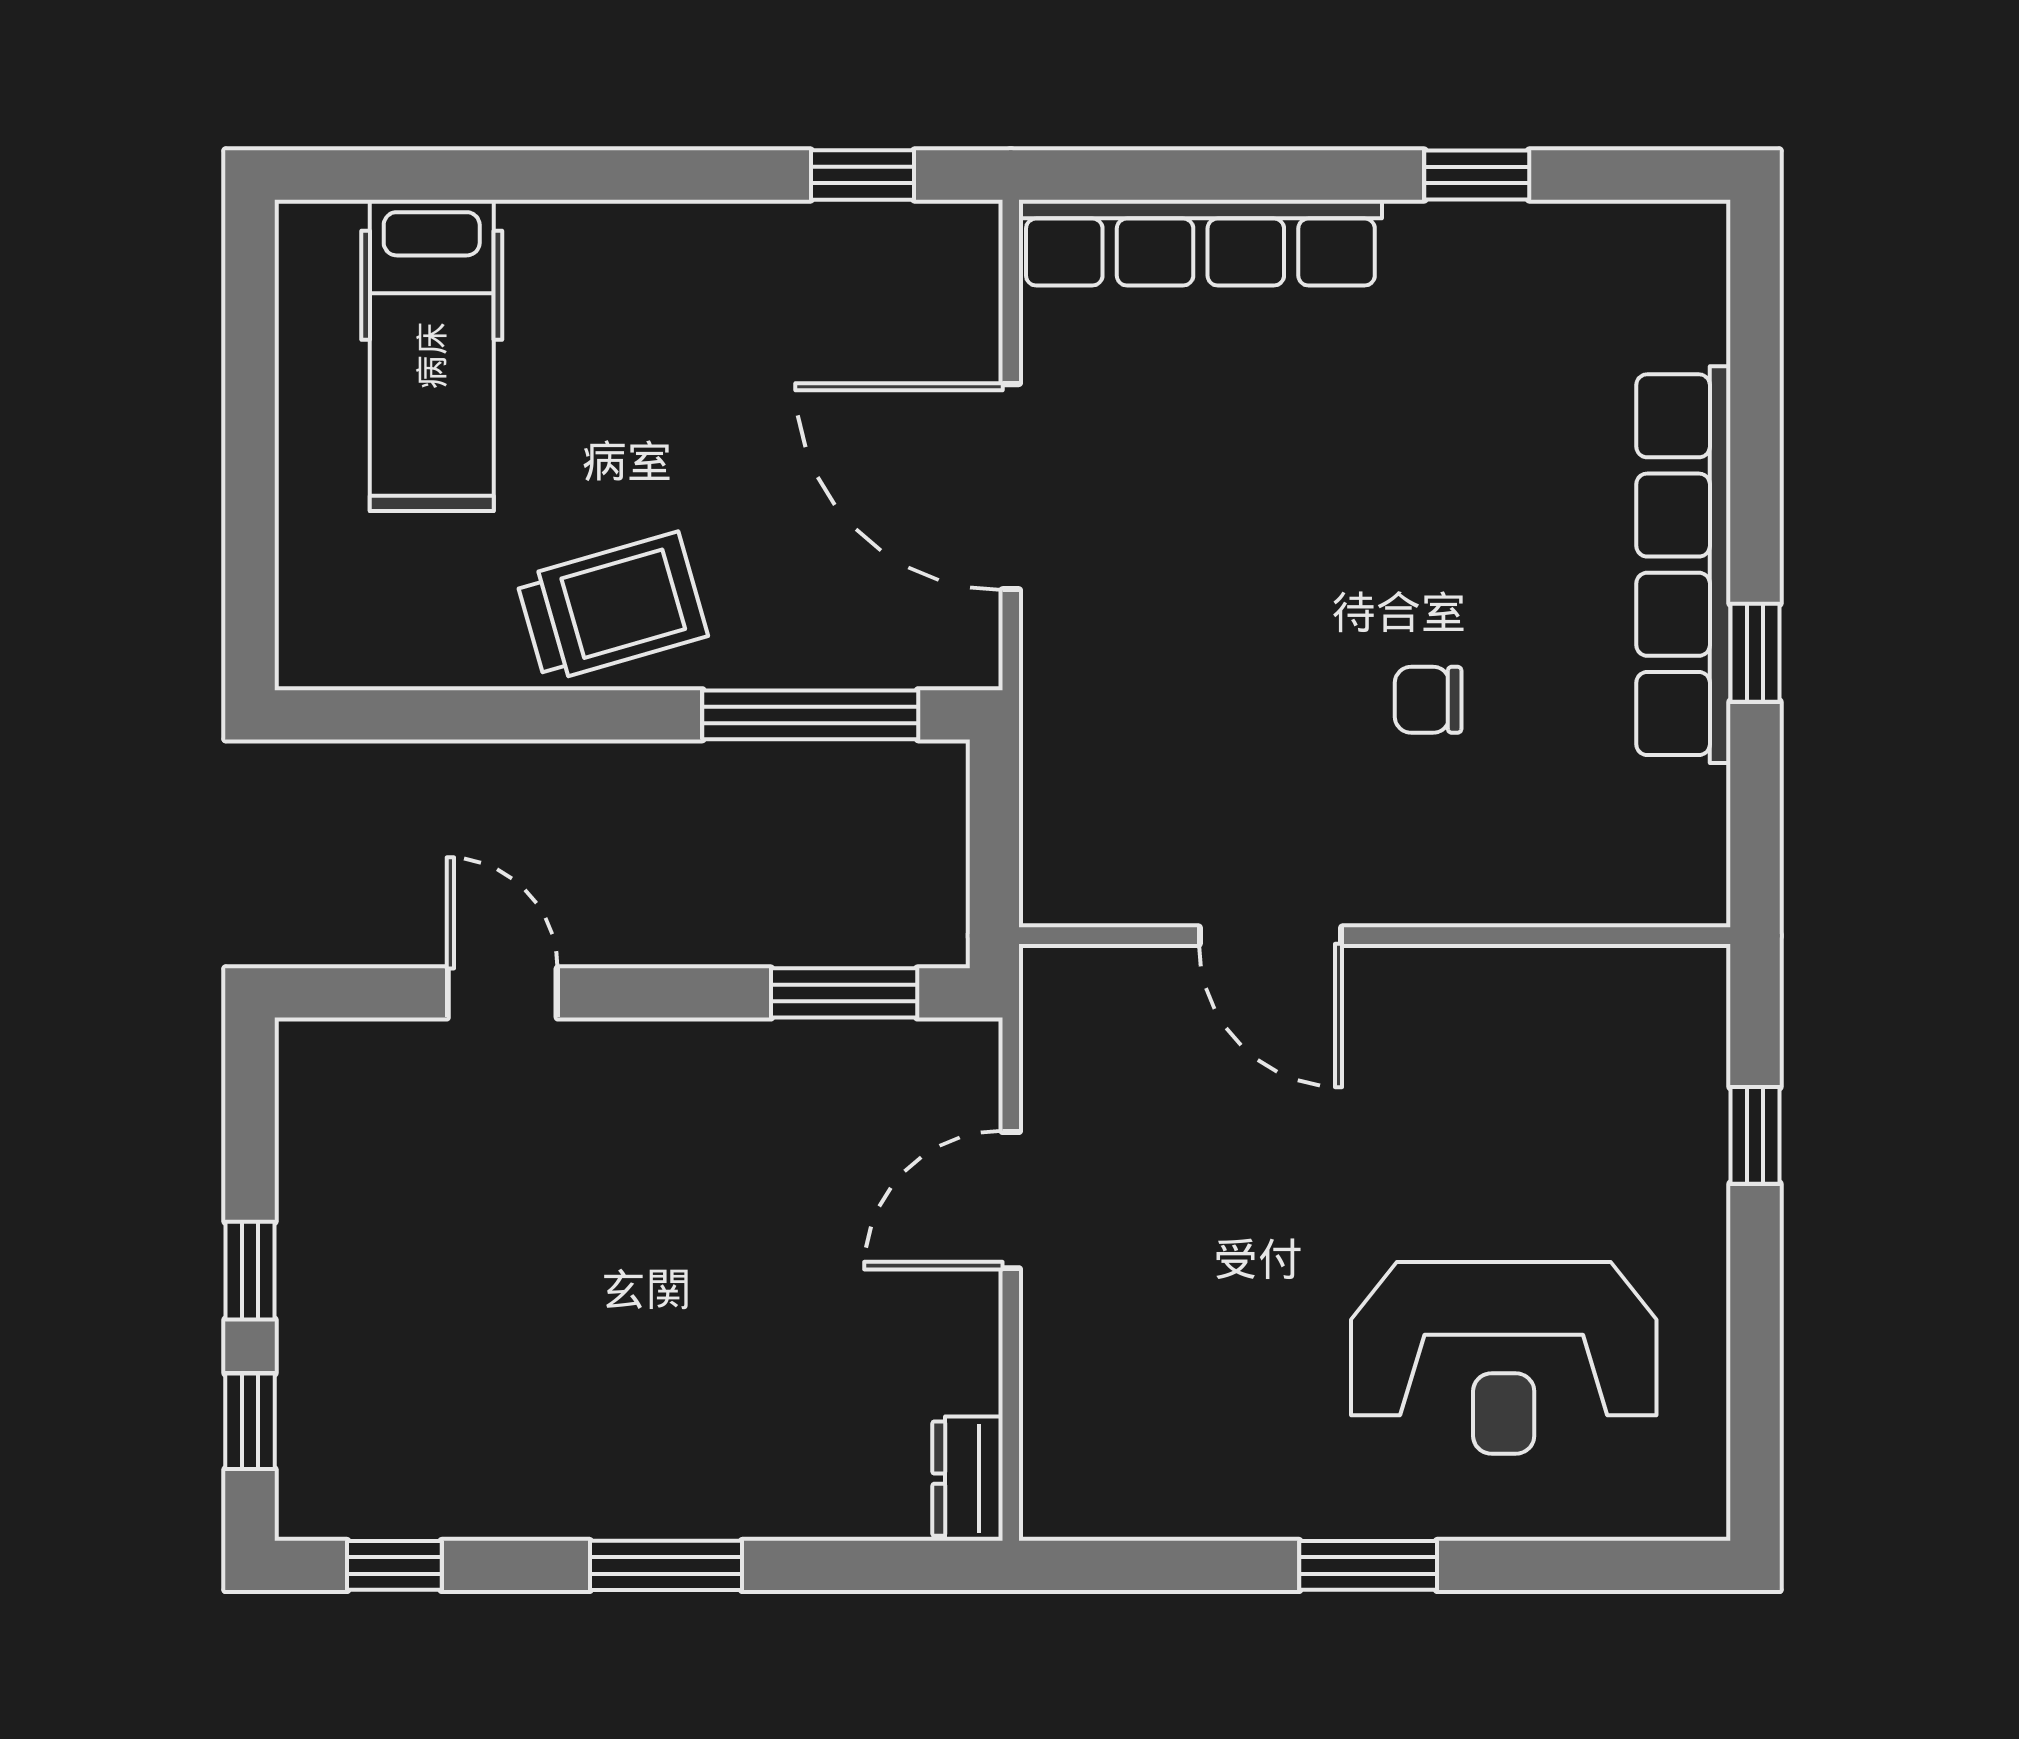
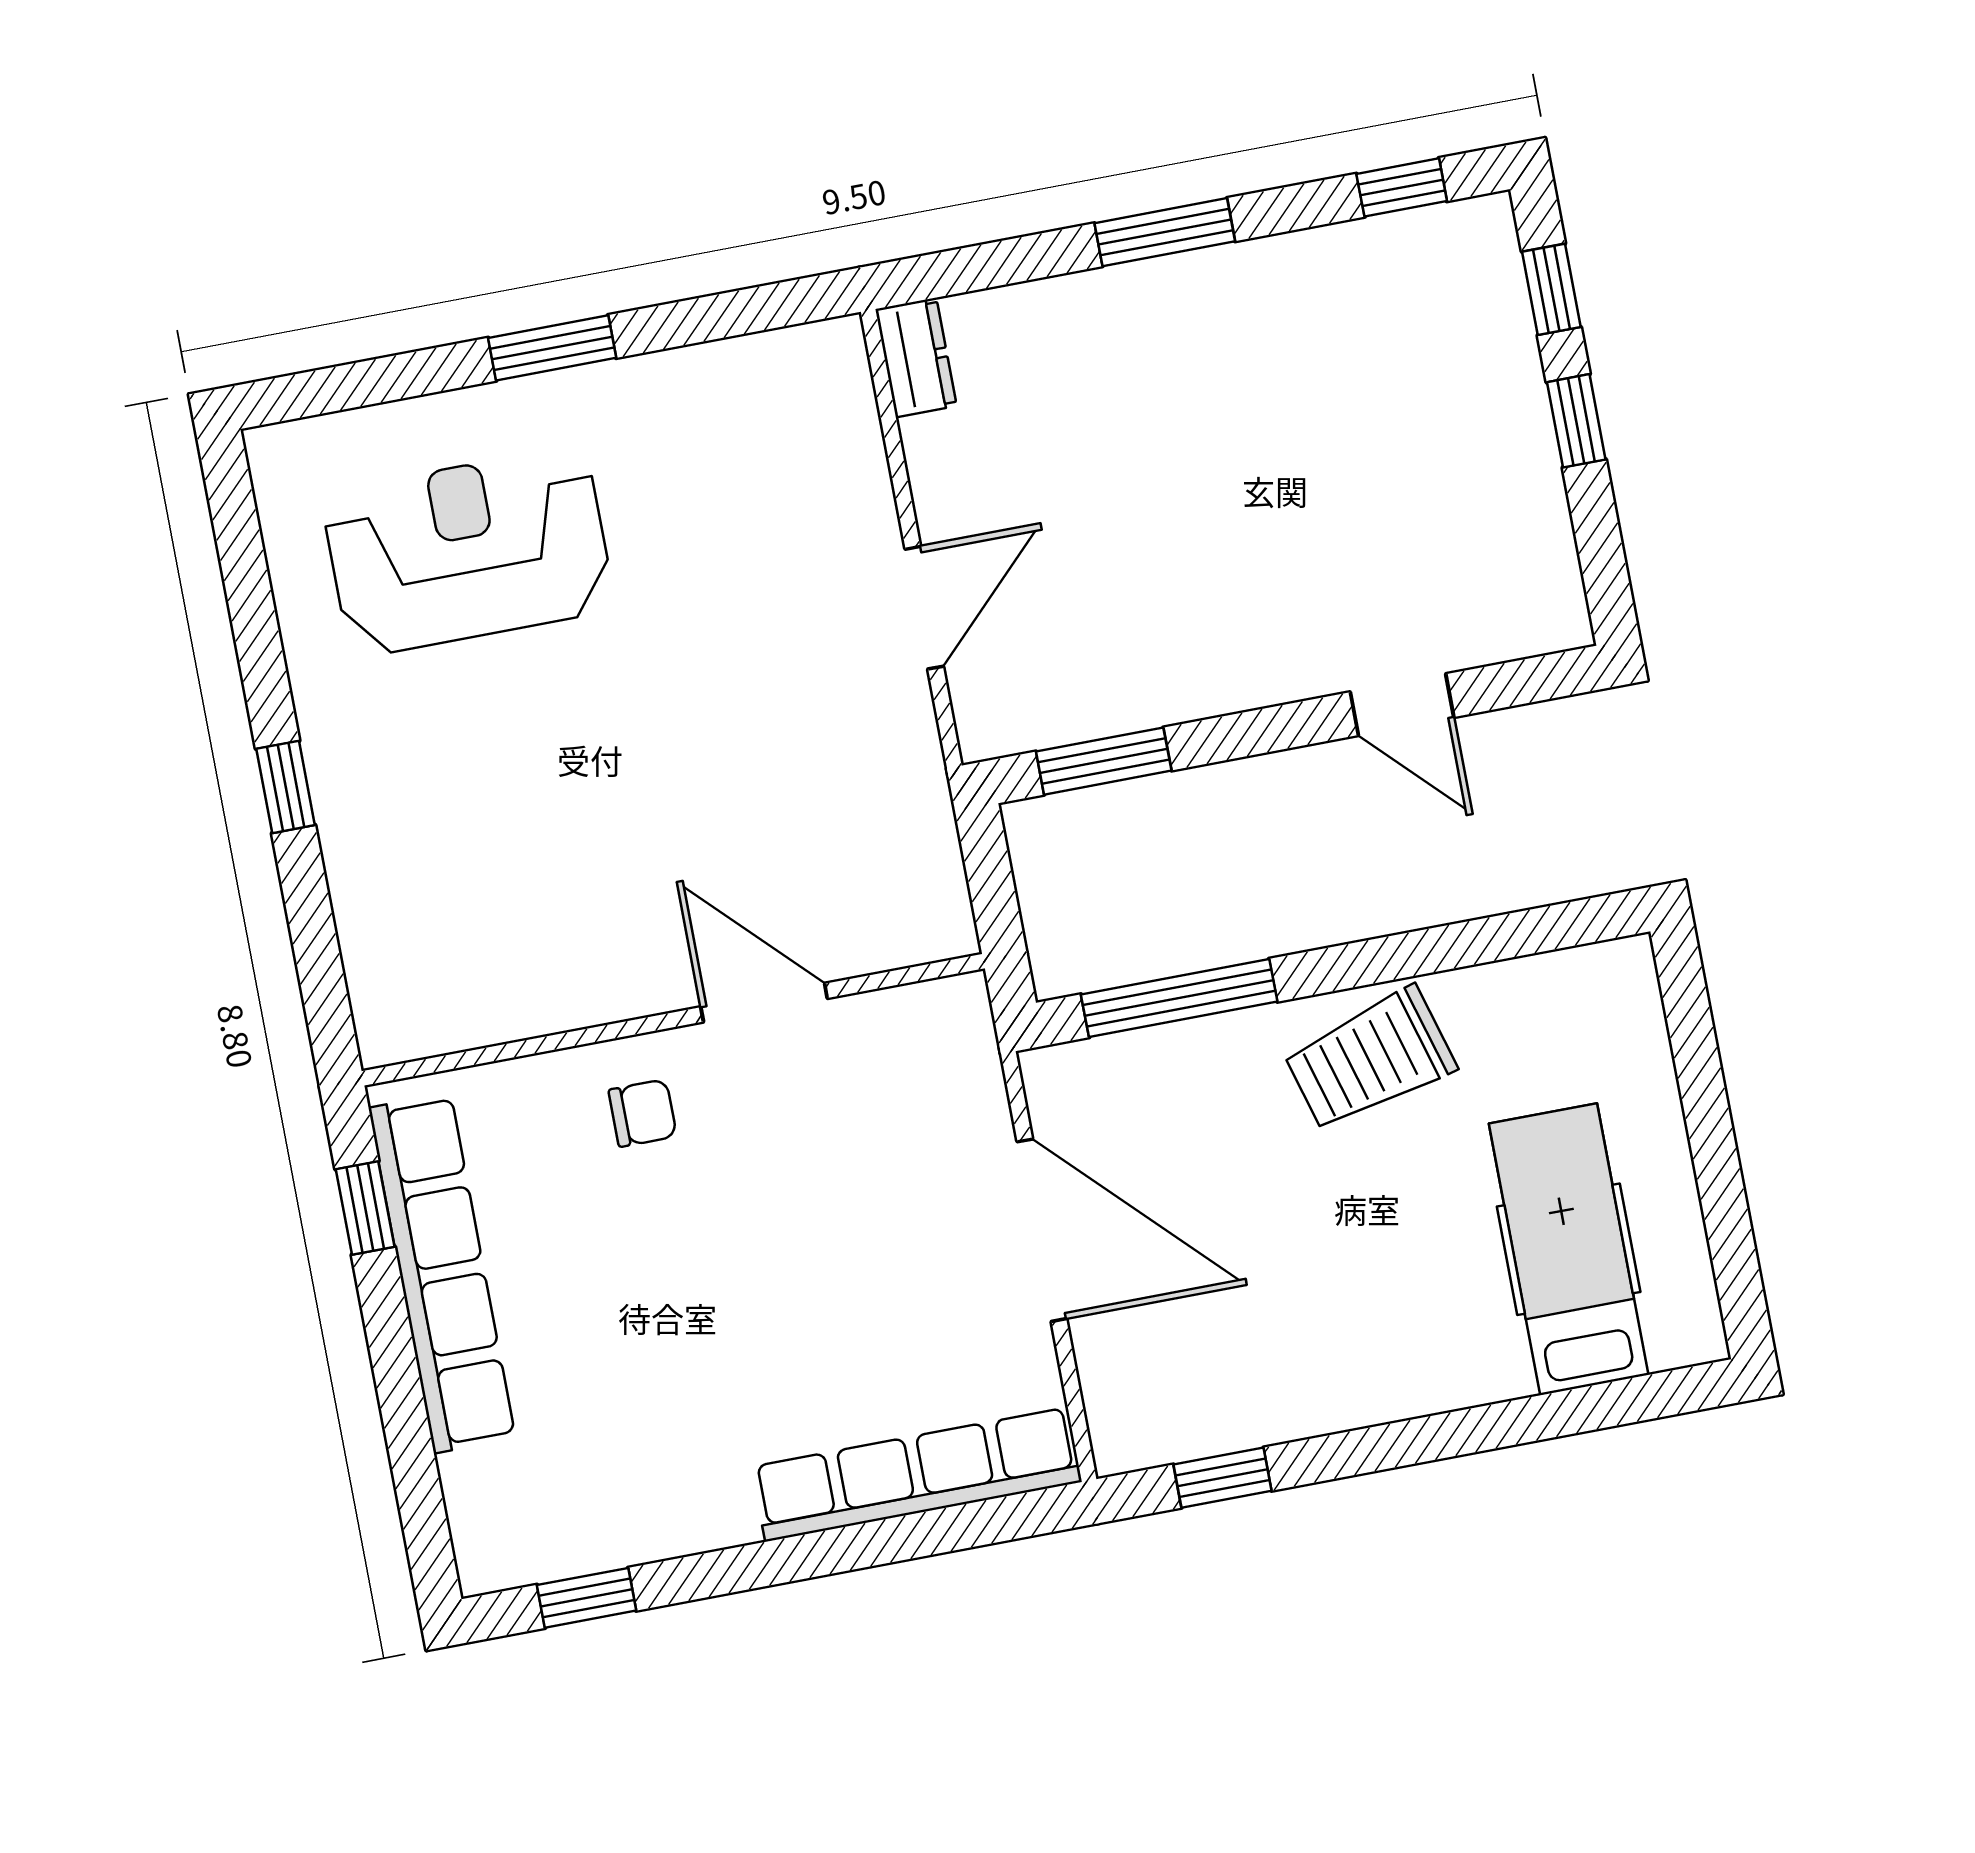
window: (1477, 175) -> (587, 1598), moved
door: (1271, 936) -> (764, 1003), moved
wall: (1375, 936) -> (673, 1020), moved

